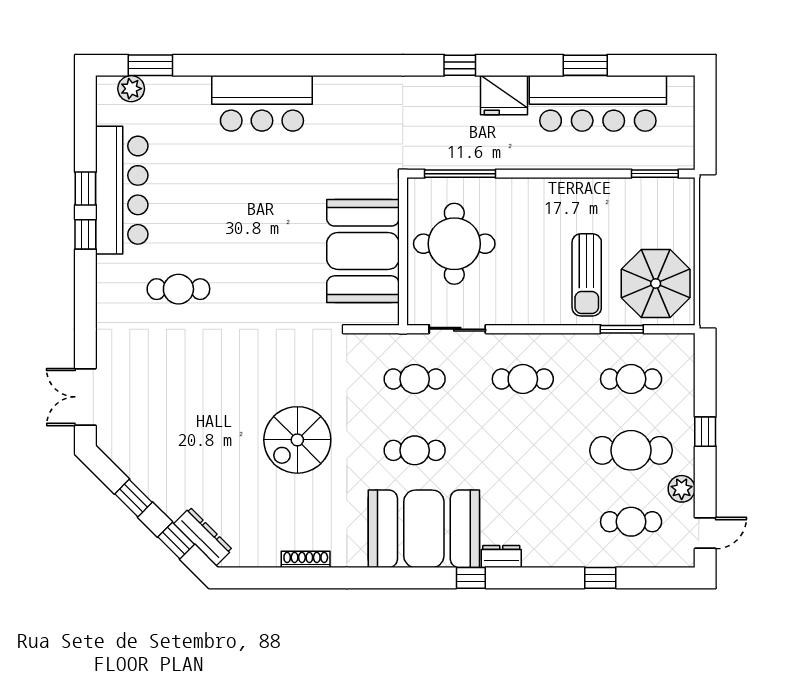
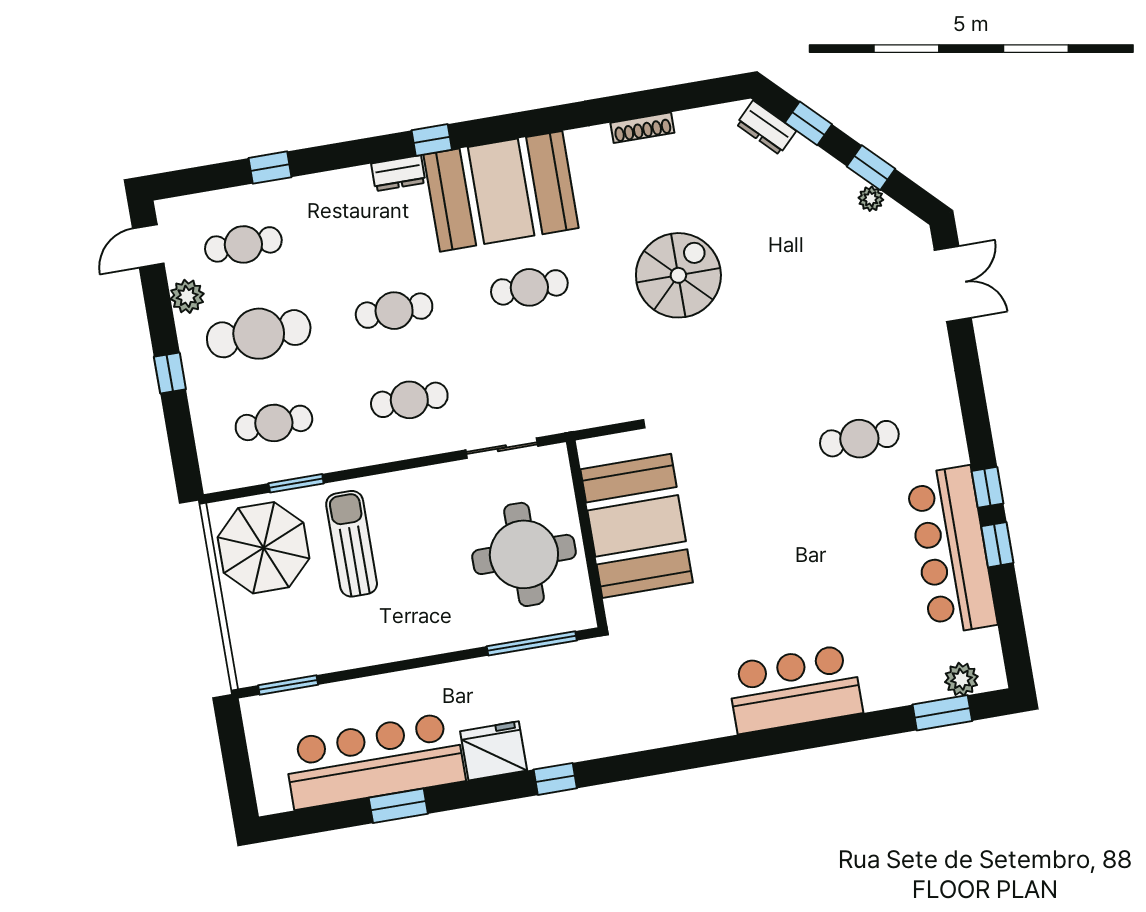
cafe table: (415, 379) -> (394, 311), moved
plant: (138, 474) -> (871, 199), added
dresser: (203, 537) -> (766, 128), width x0.70

